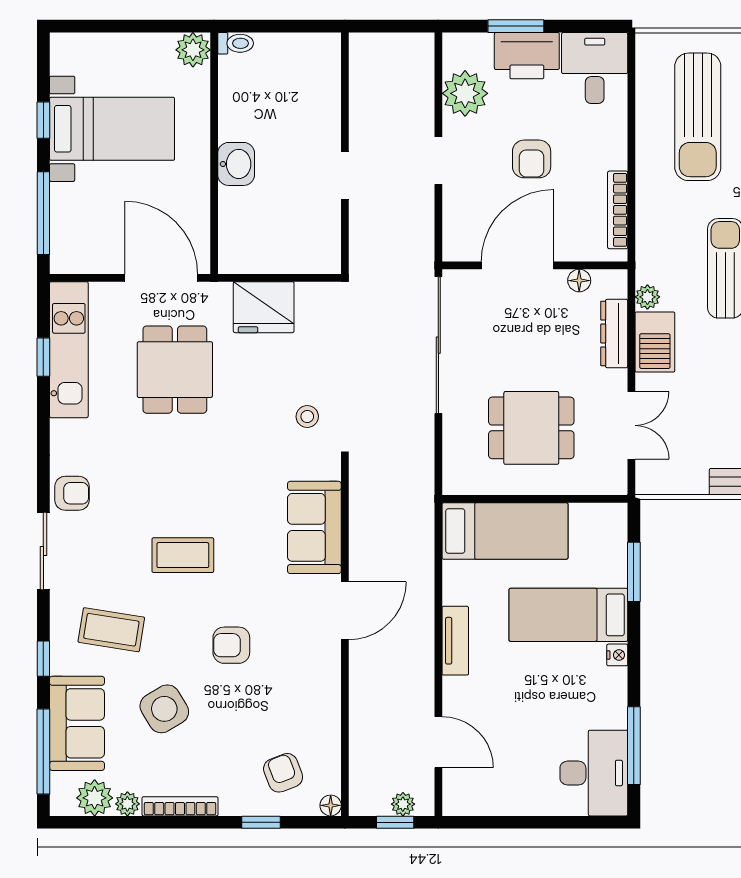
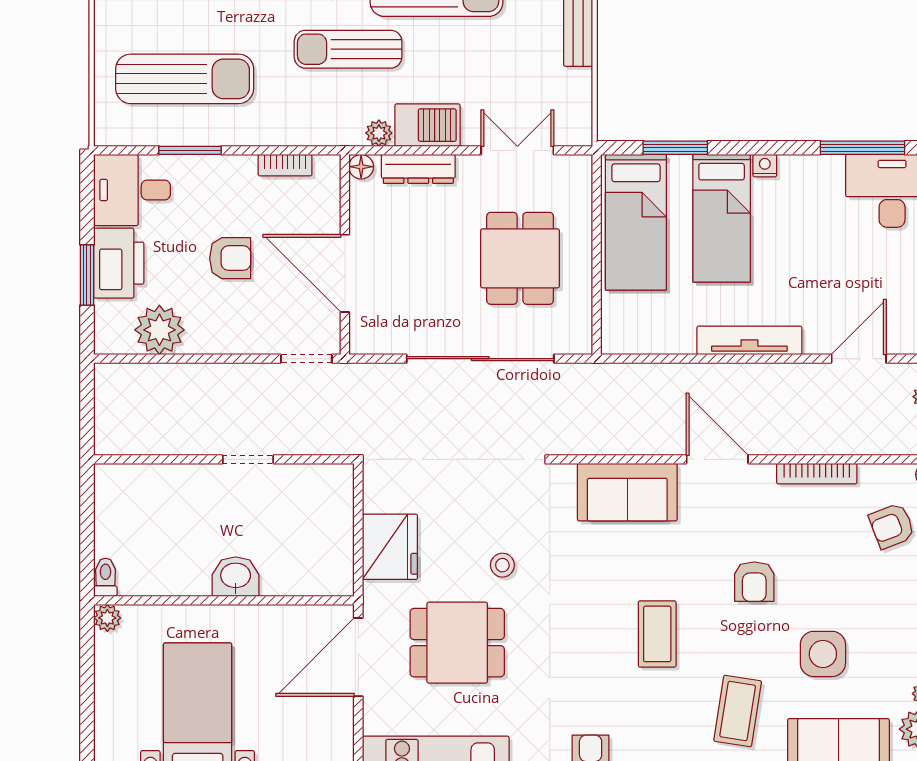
plant: (193, 50) -> (107, 618), width x0.73, depth x0.73
window: (631, 122) -> (190, 150), added
doorway: (438, 161) -> (306, 359), moved
bookcase: (618, 210) -> (285, 165), width x0.64
floor lamp: (579, 281) -> (361, 167), moved
sliding door: (438, 345) -> (480, 359), moved
stool: (307, 417) -> (502, 565), moved
bed: (505, 531) -> (636, 222), moved, turned 180
tv unit: (455, 641) -> (749, 340), width x1.41
bookcase: (332, 703) -> (817, 474), added
side table: (164, 709) -> (823, 654), turned 31

